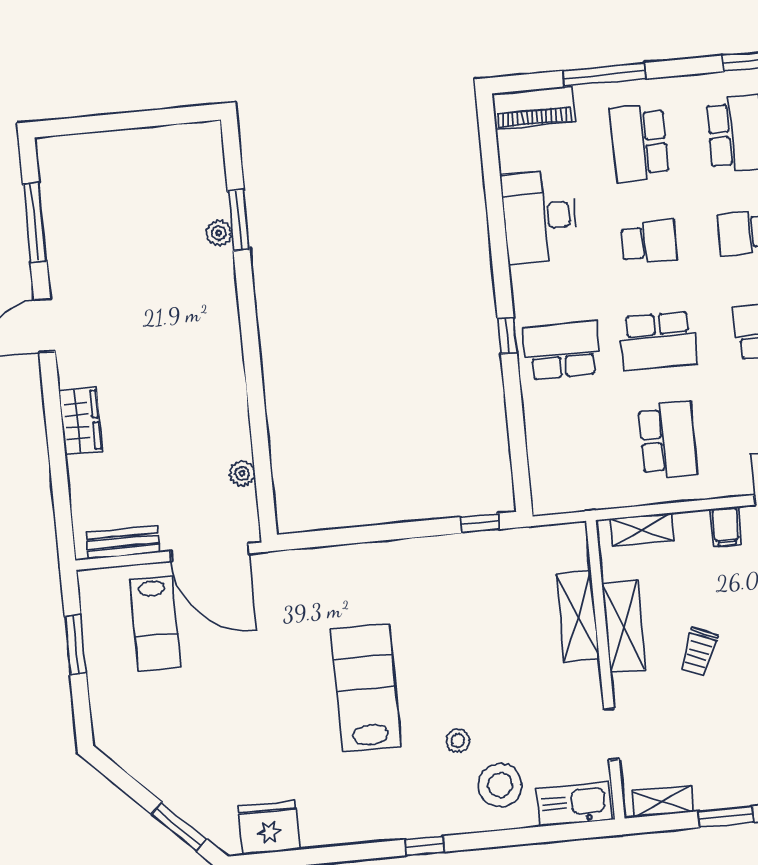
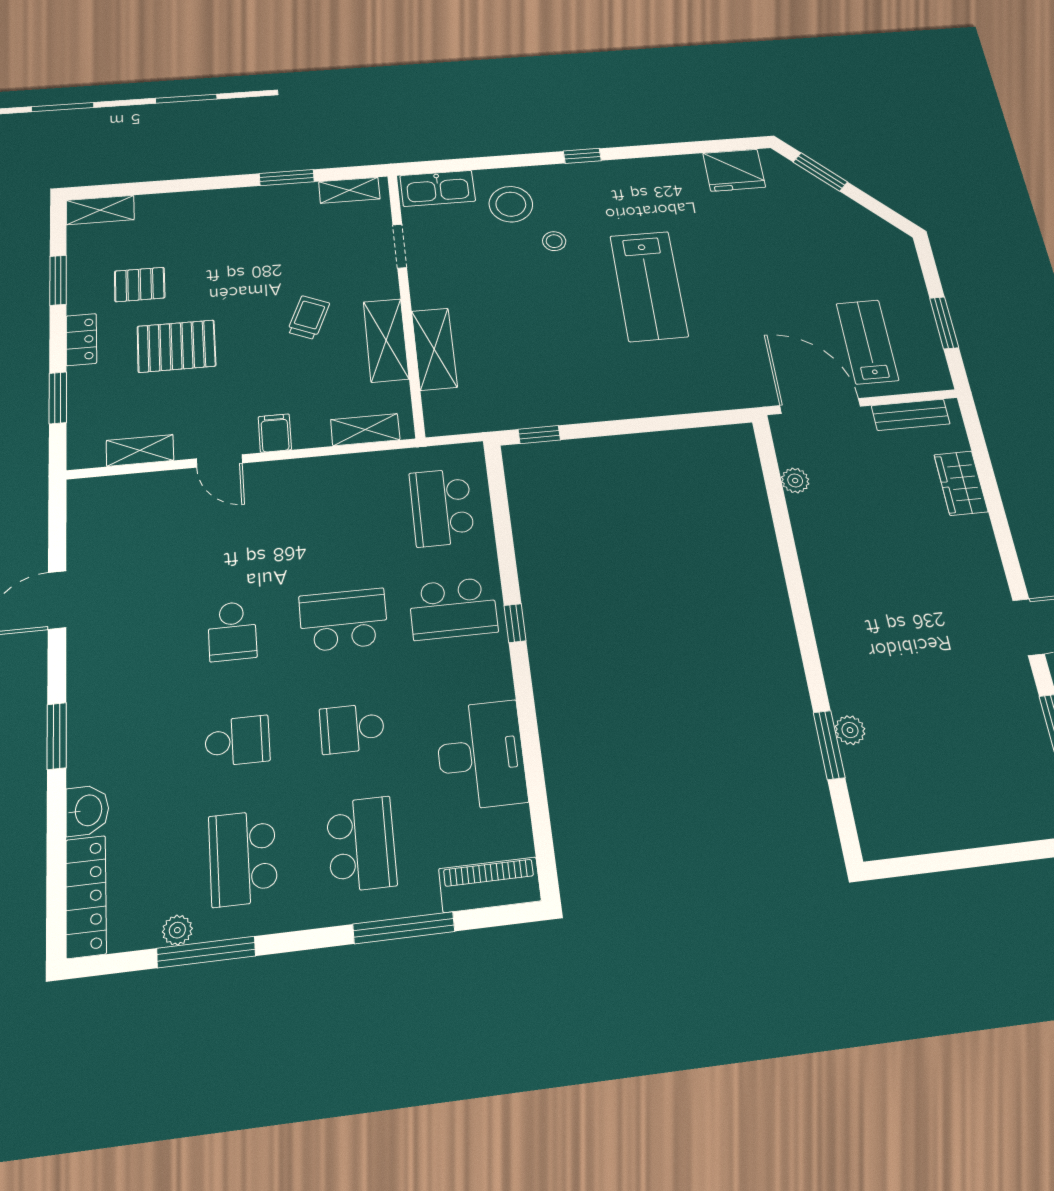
wardrobe: (80, 421) -> (961, 483), moved
school desk: (668, 440) -> (442, 507), moved

